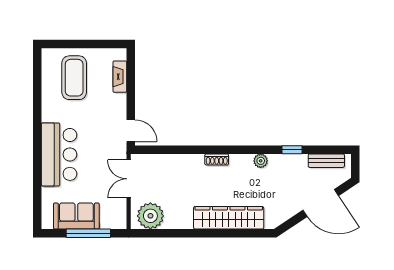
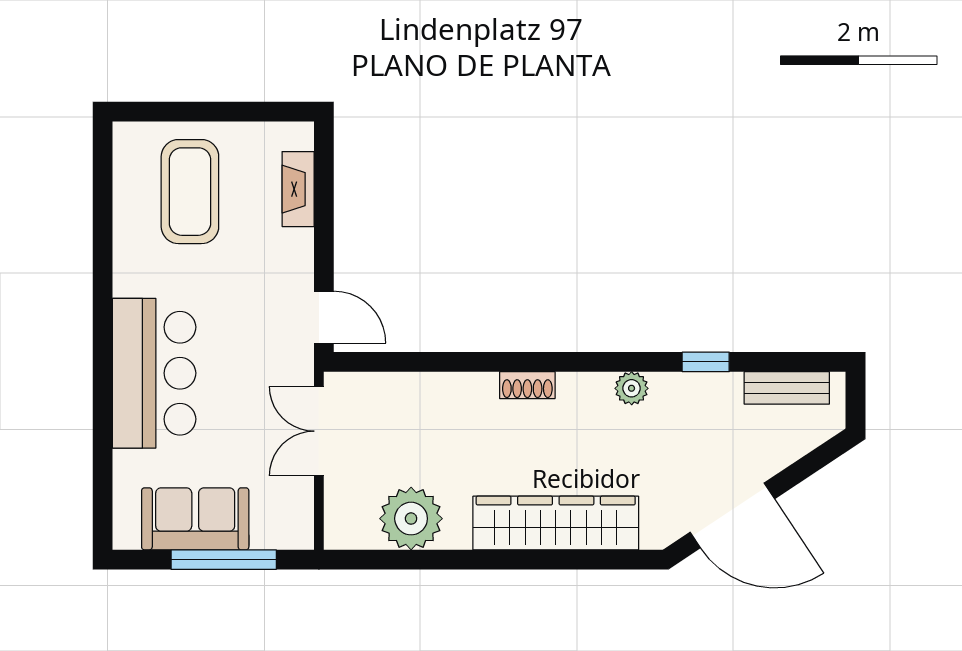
door: (321, 203) -> (732, 515), moved
plant: (150, 216) -> (411, 519), moved

